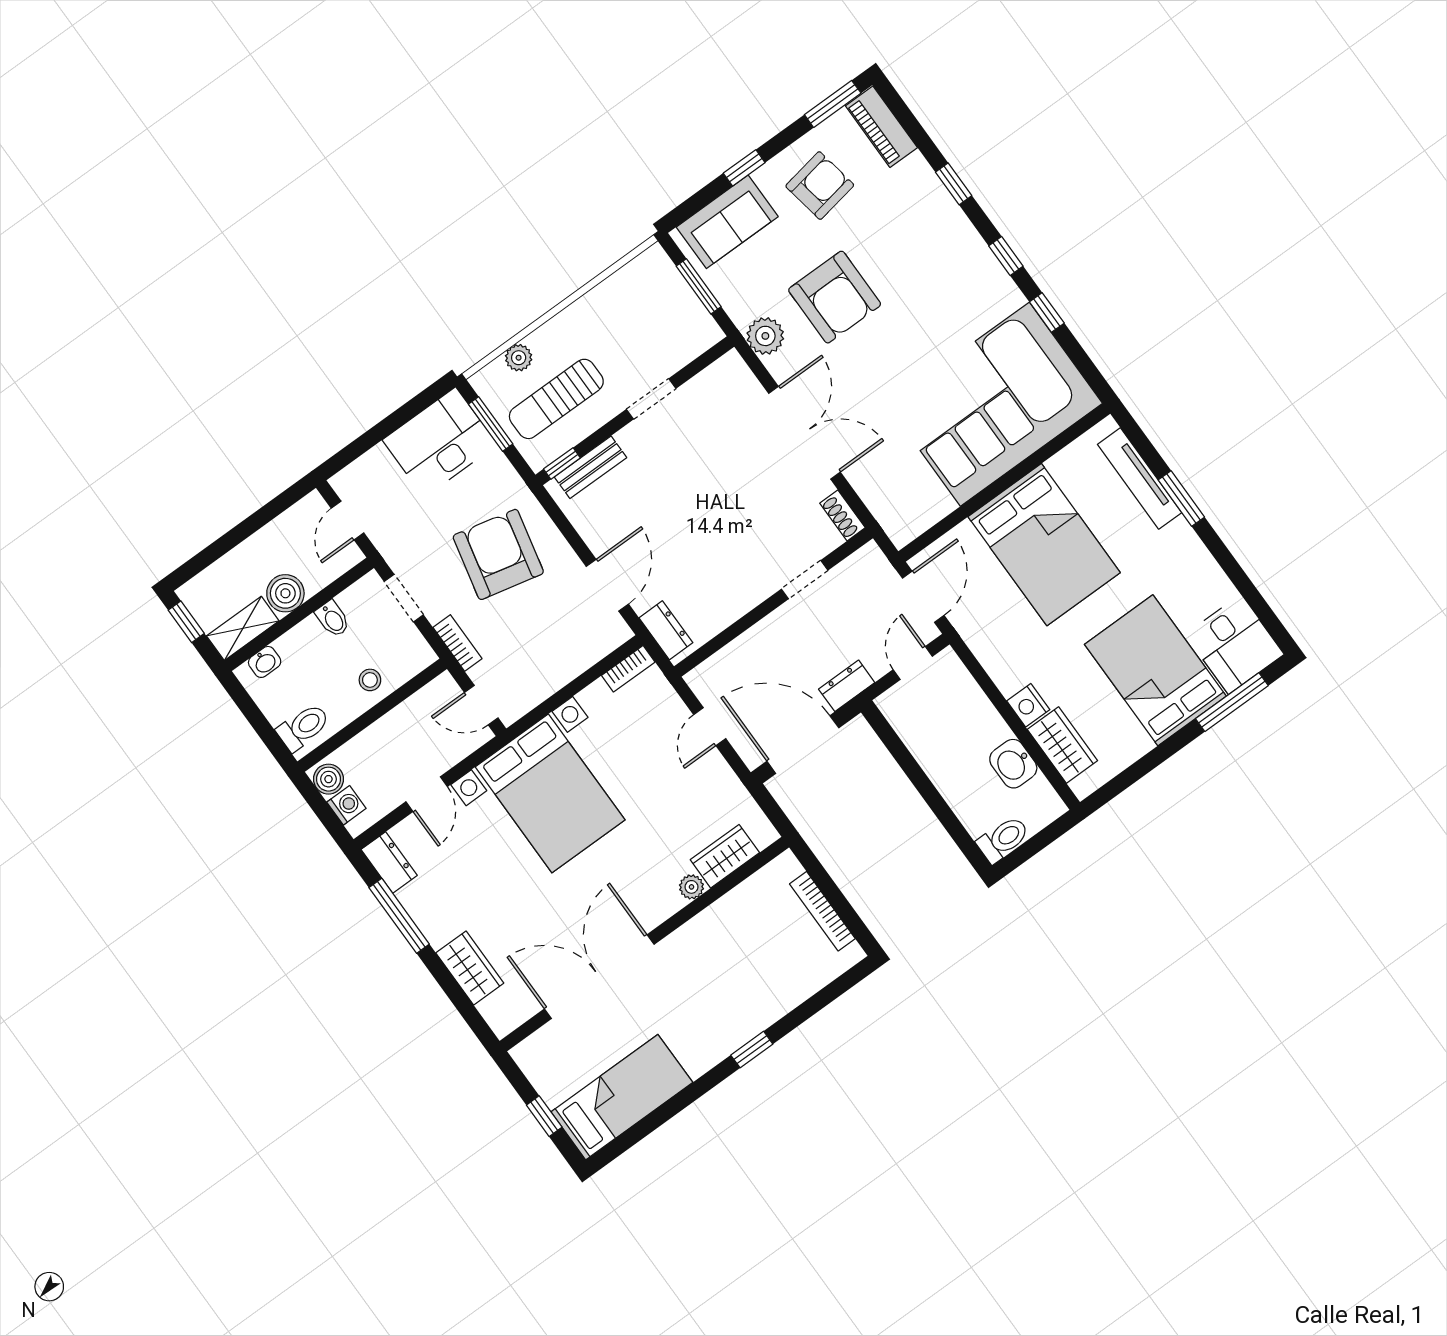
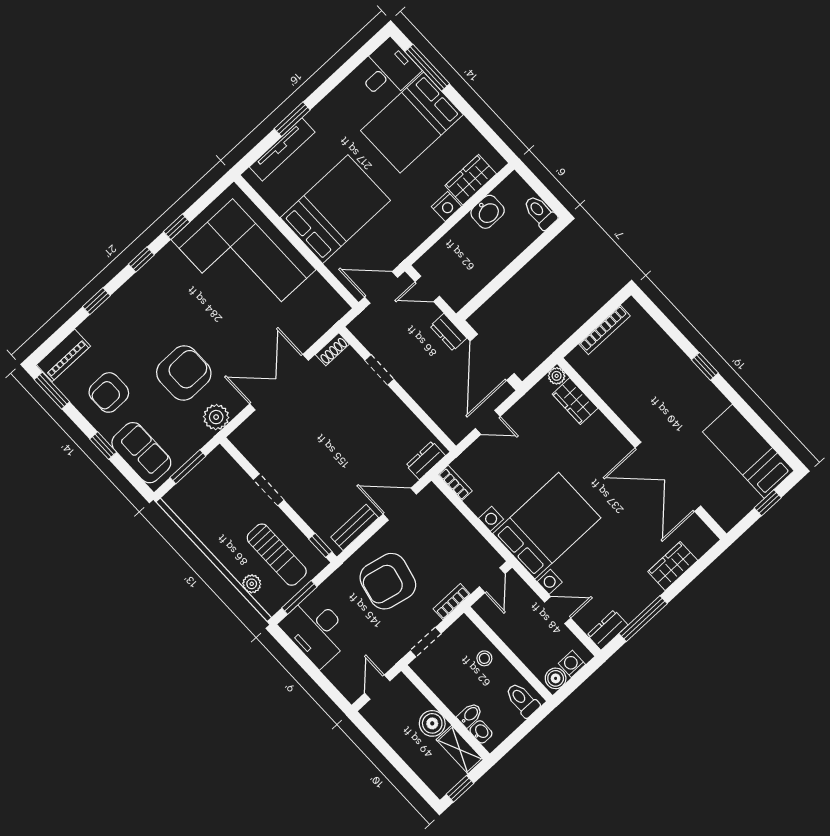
armchair: (820, 186) -> (109, 392), turned -80
bench: (591, 467) -> (355, 527), moved, turned 90
door: (348, 520) -> (377, 687), swing flipped
bidet: (333, 619) -> (470, 715), moved
plant: (691, 887) -> (557, 376), moved

